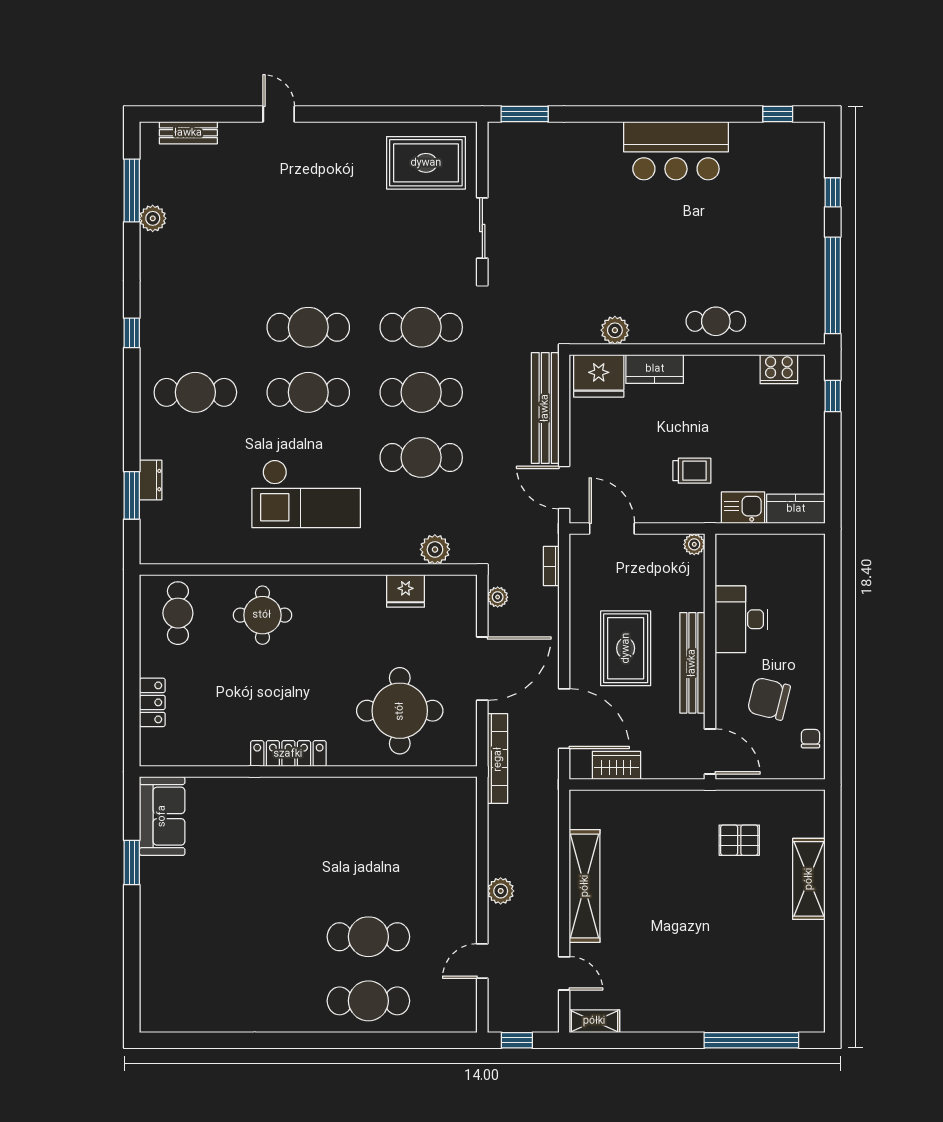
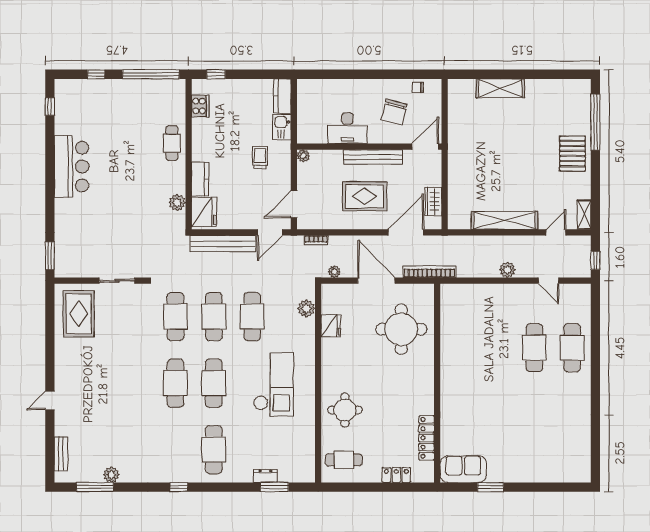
locker: (288, 754) -> (426, 438), moved
pallet: (739, 840) -> (573, 153), moved, width x1.50, depth x1.42

